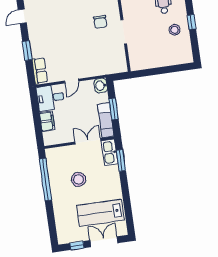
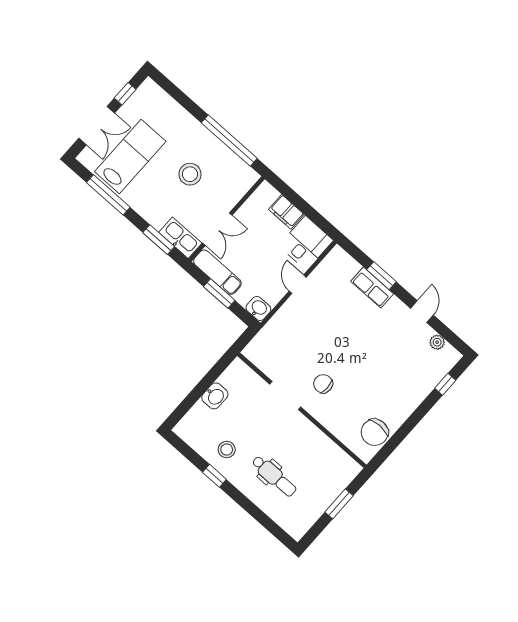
washbasin: (158, 61) -> (215, 396), added
row of seats: (40, 71) -> (372, 288), moved
window: (127, 203) -> (108, 195), added

